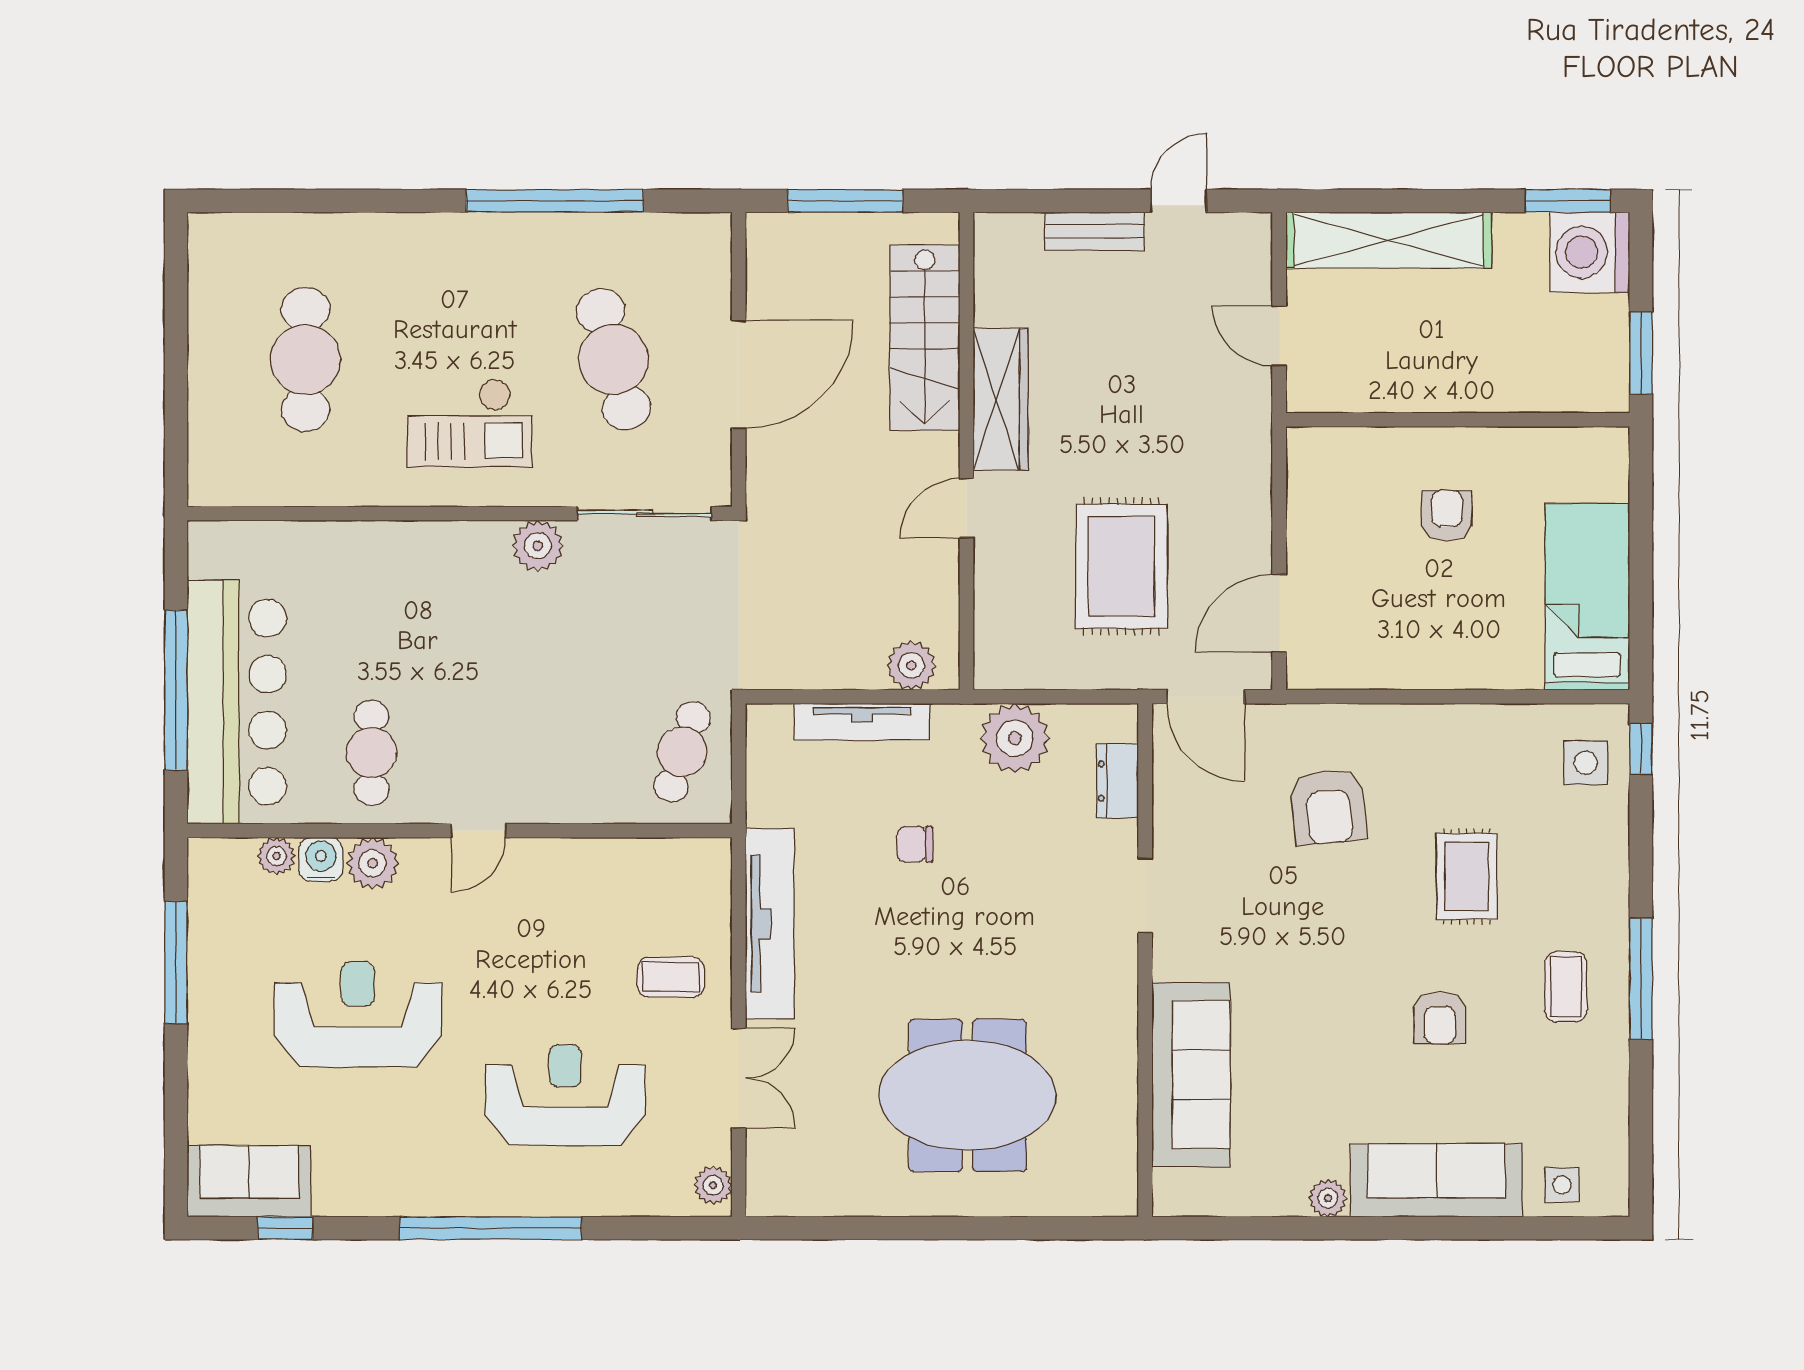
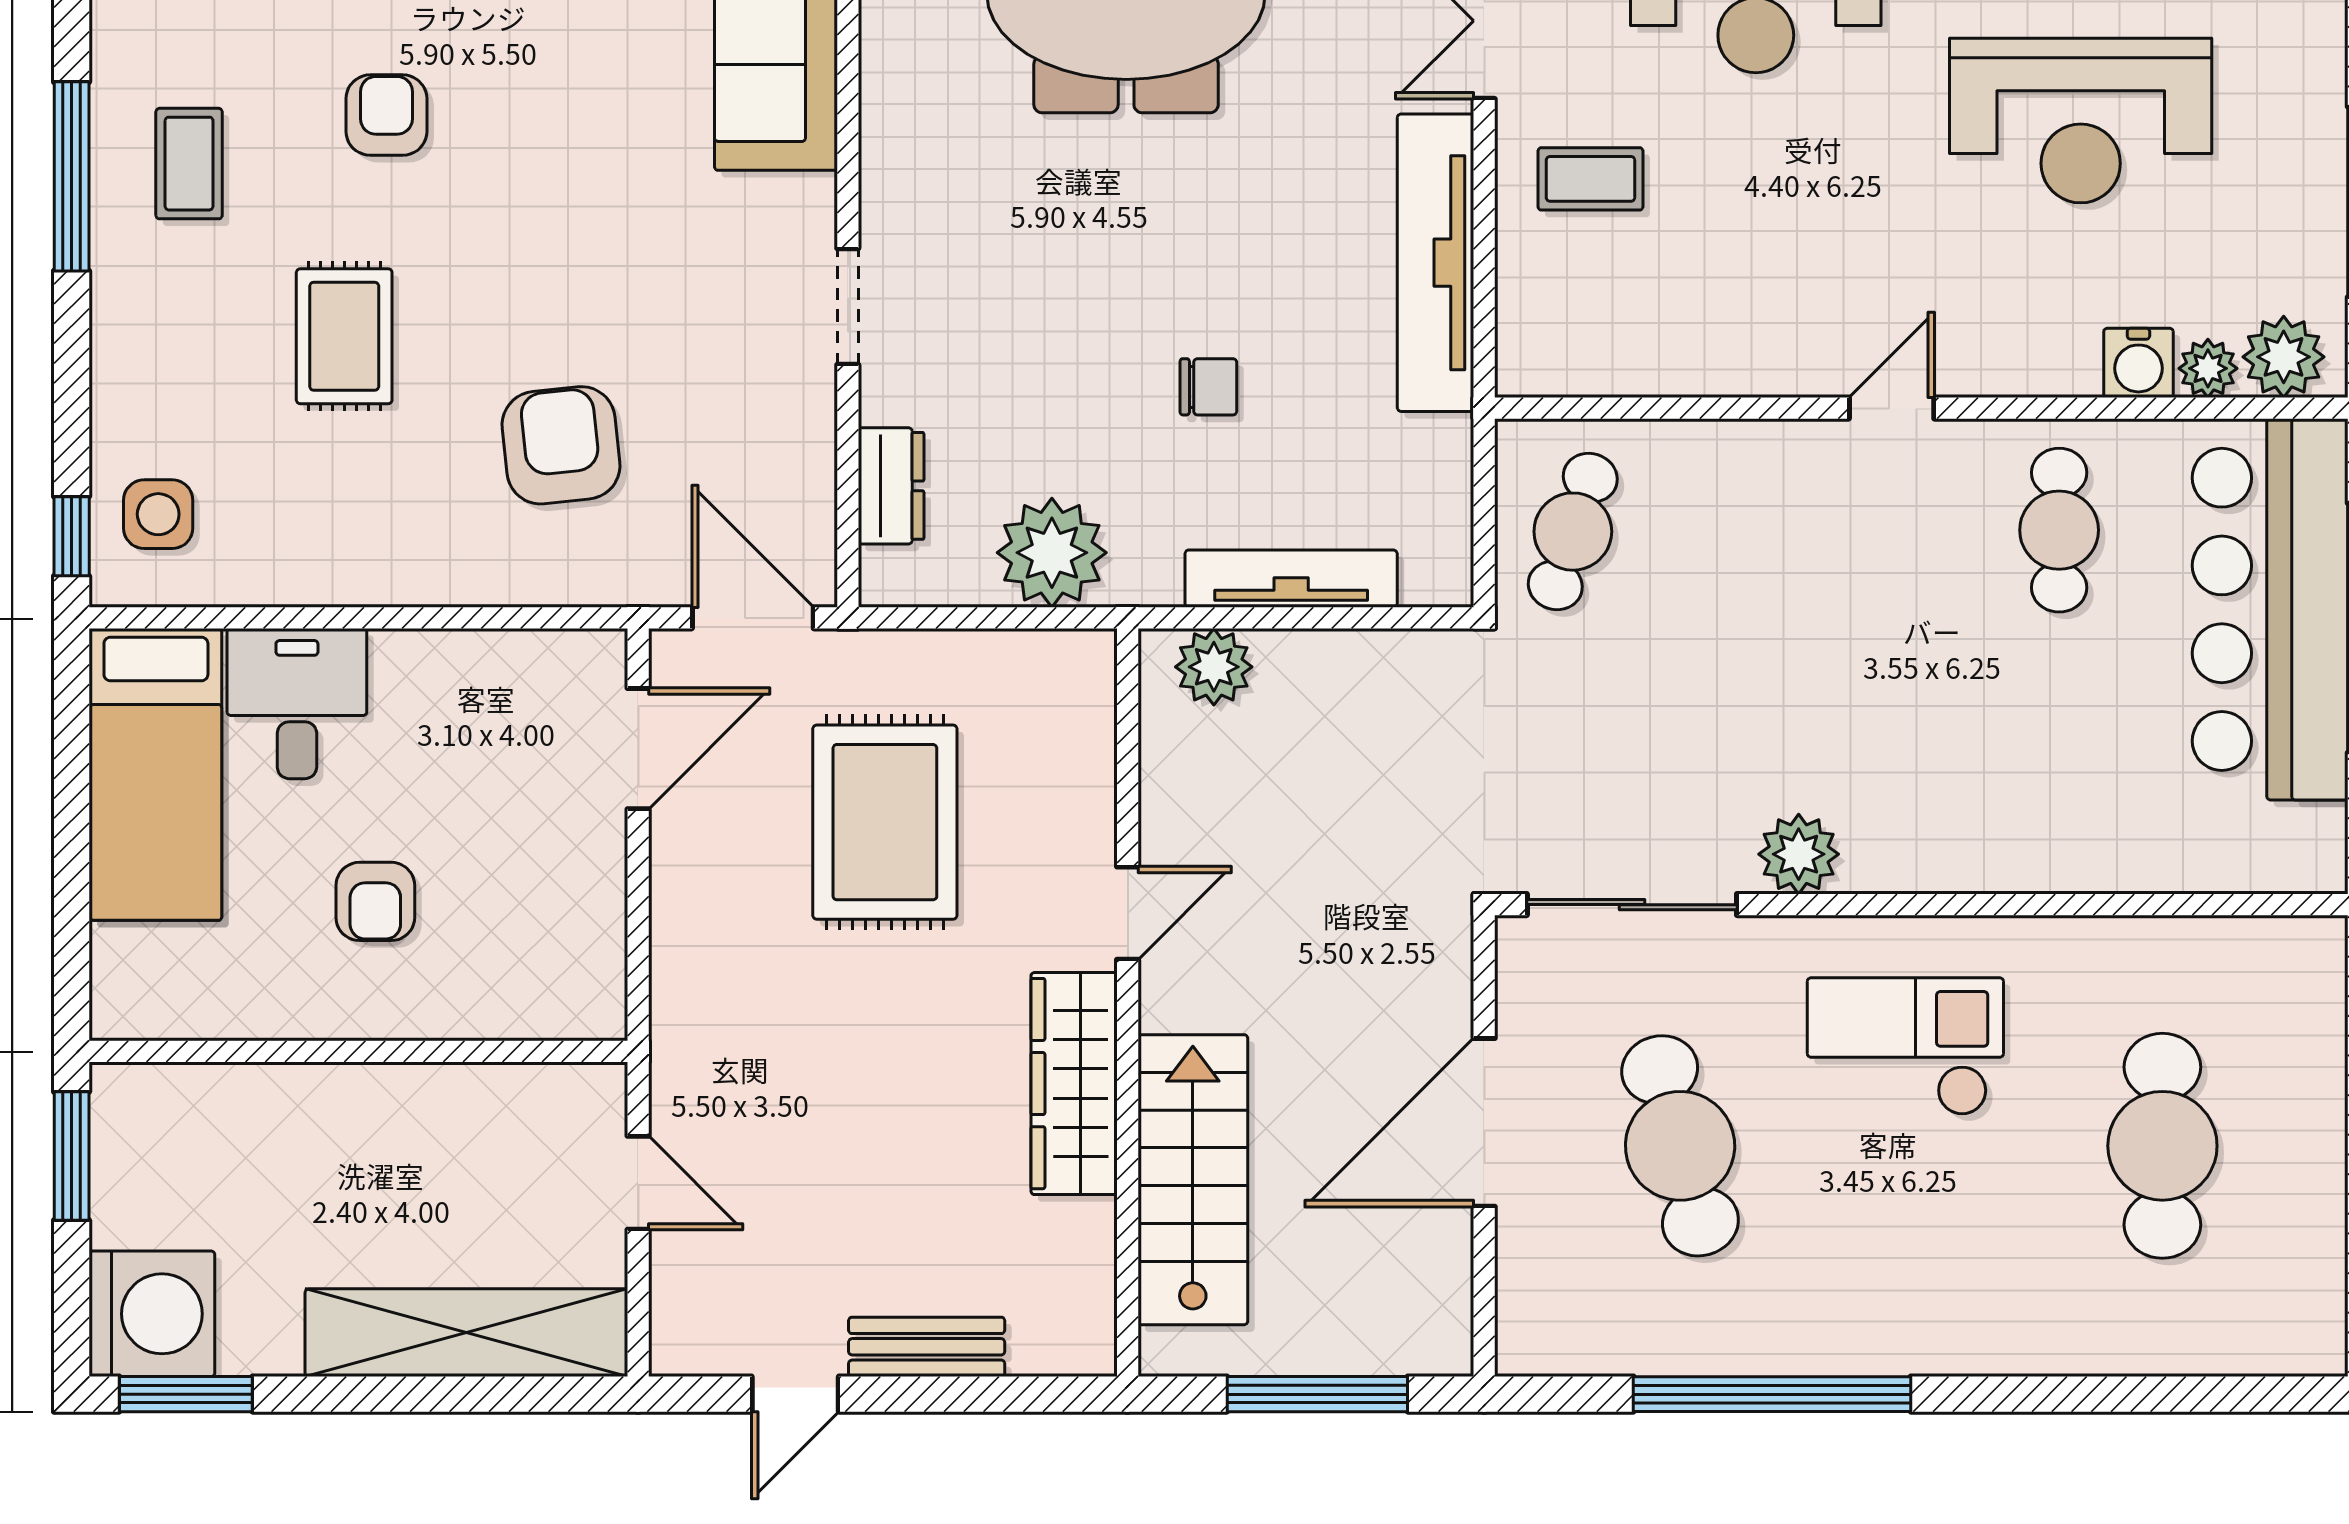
desk: (1497, 642) -> (297, 704), added
plant: (373, 863) -> (2284, 357), moved

